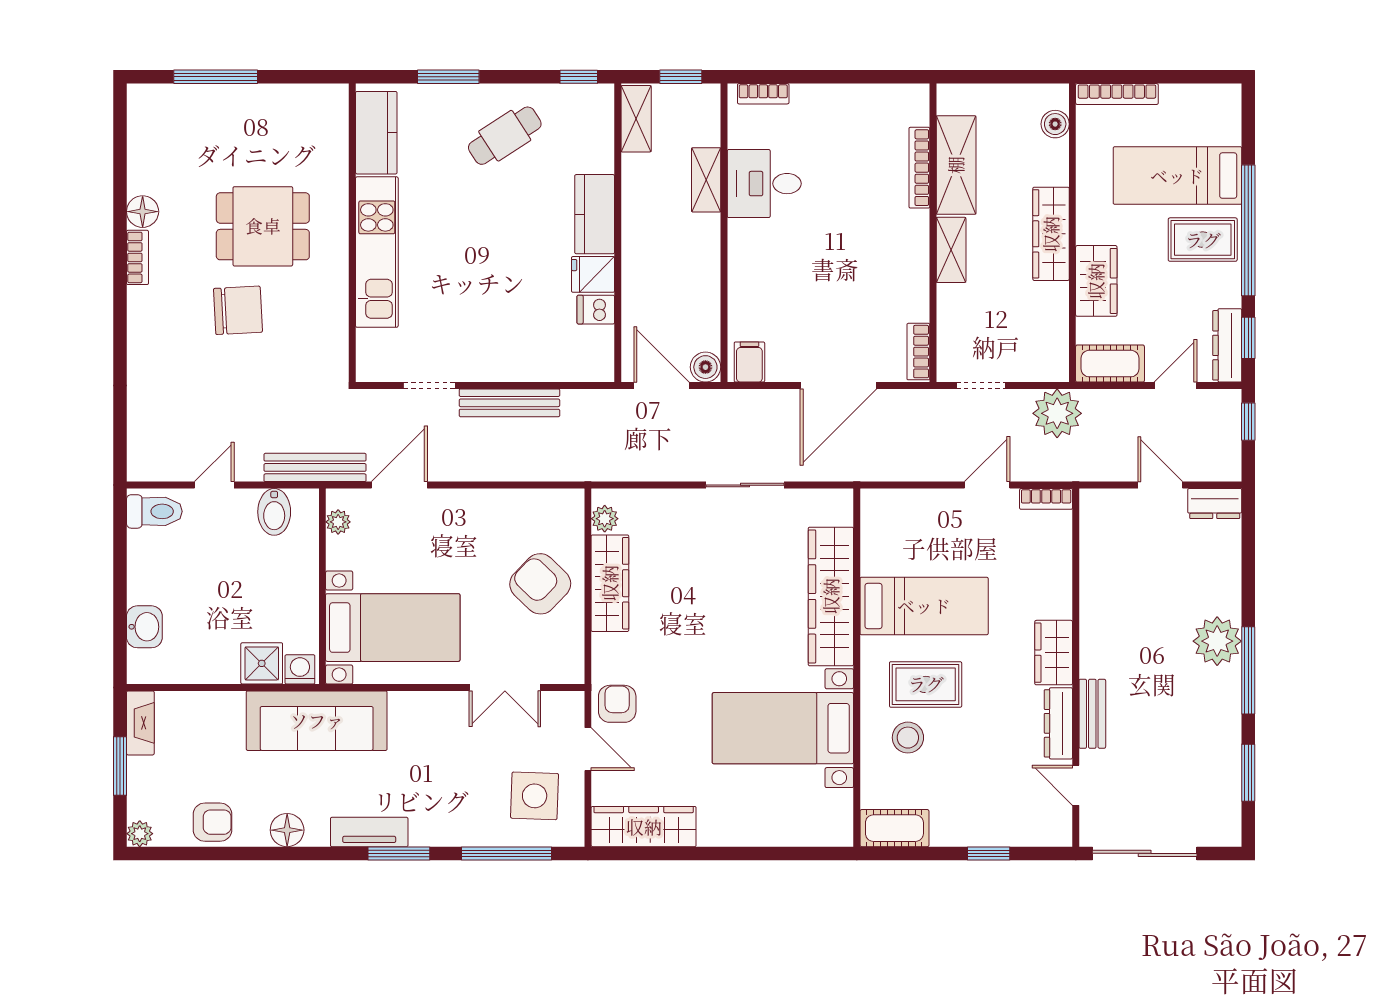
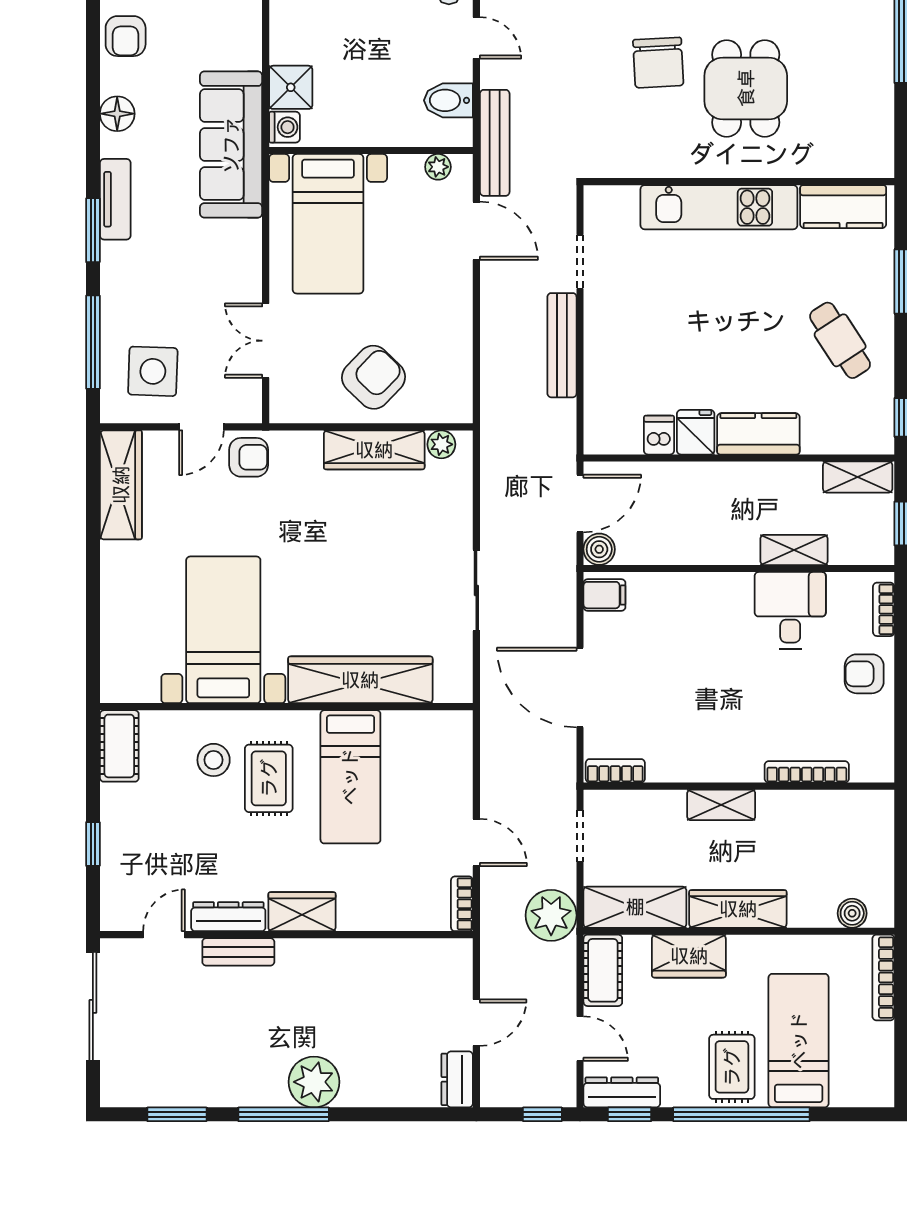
armchair: (825, 112) -> (864, 674), added
shelving: (956, 165) -> (635, 907), moved

